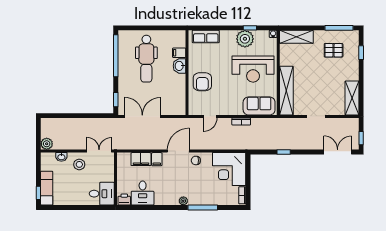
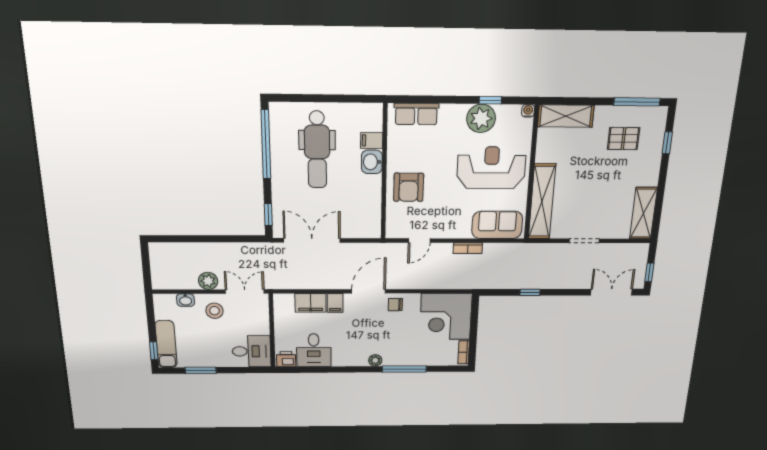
reception desk: (253, 69) -> (491, 168), turned 180
plant: (47, 144) -> (208, 281), moved
window: (68, 207) -> (201, 370), added

